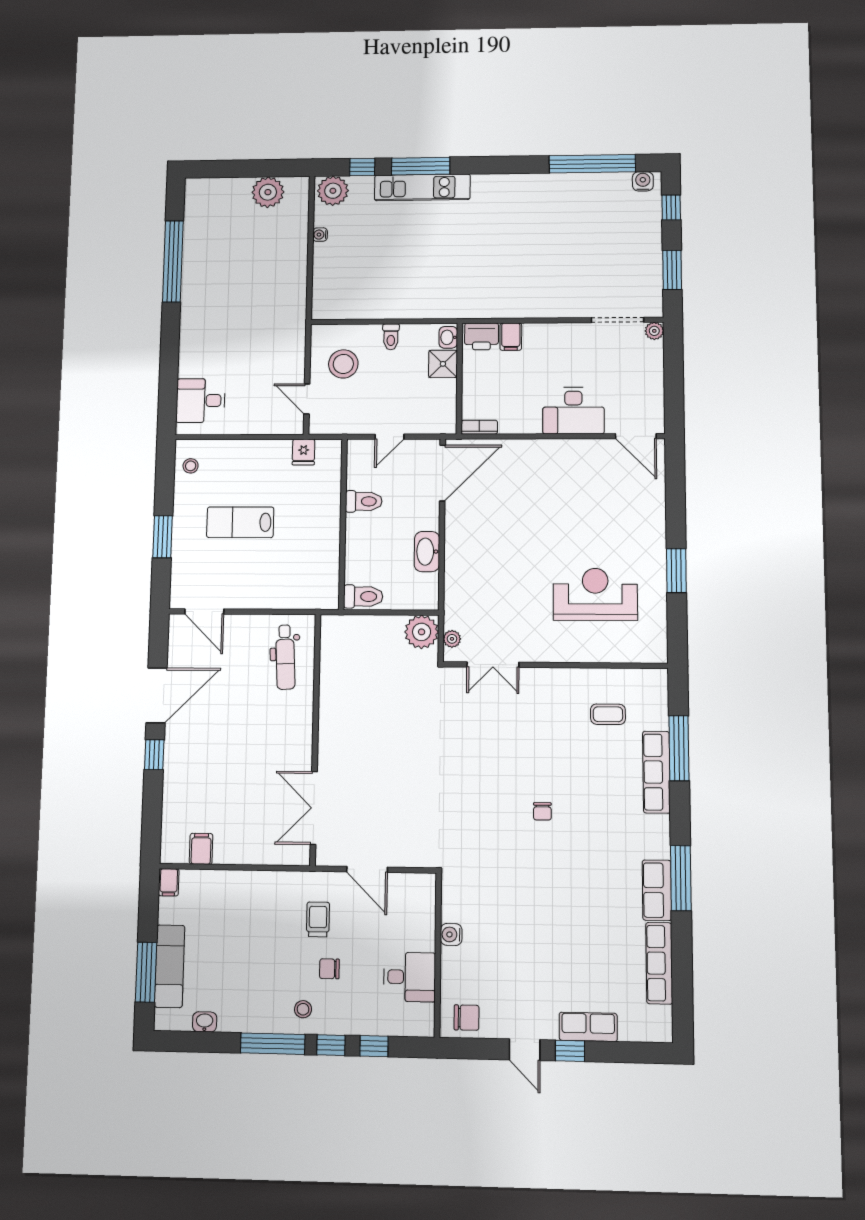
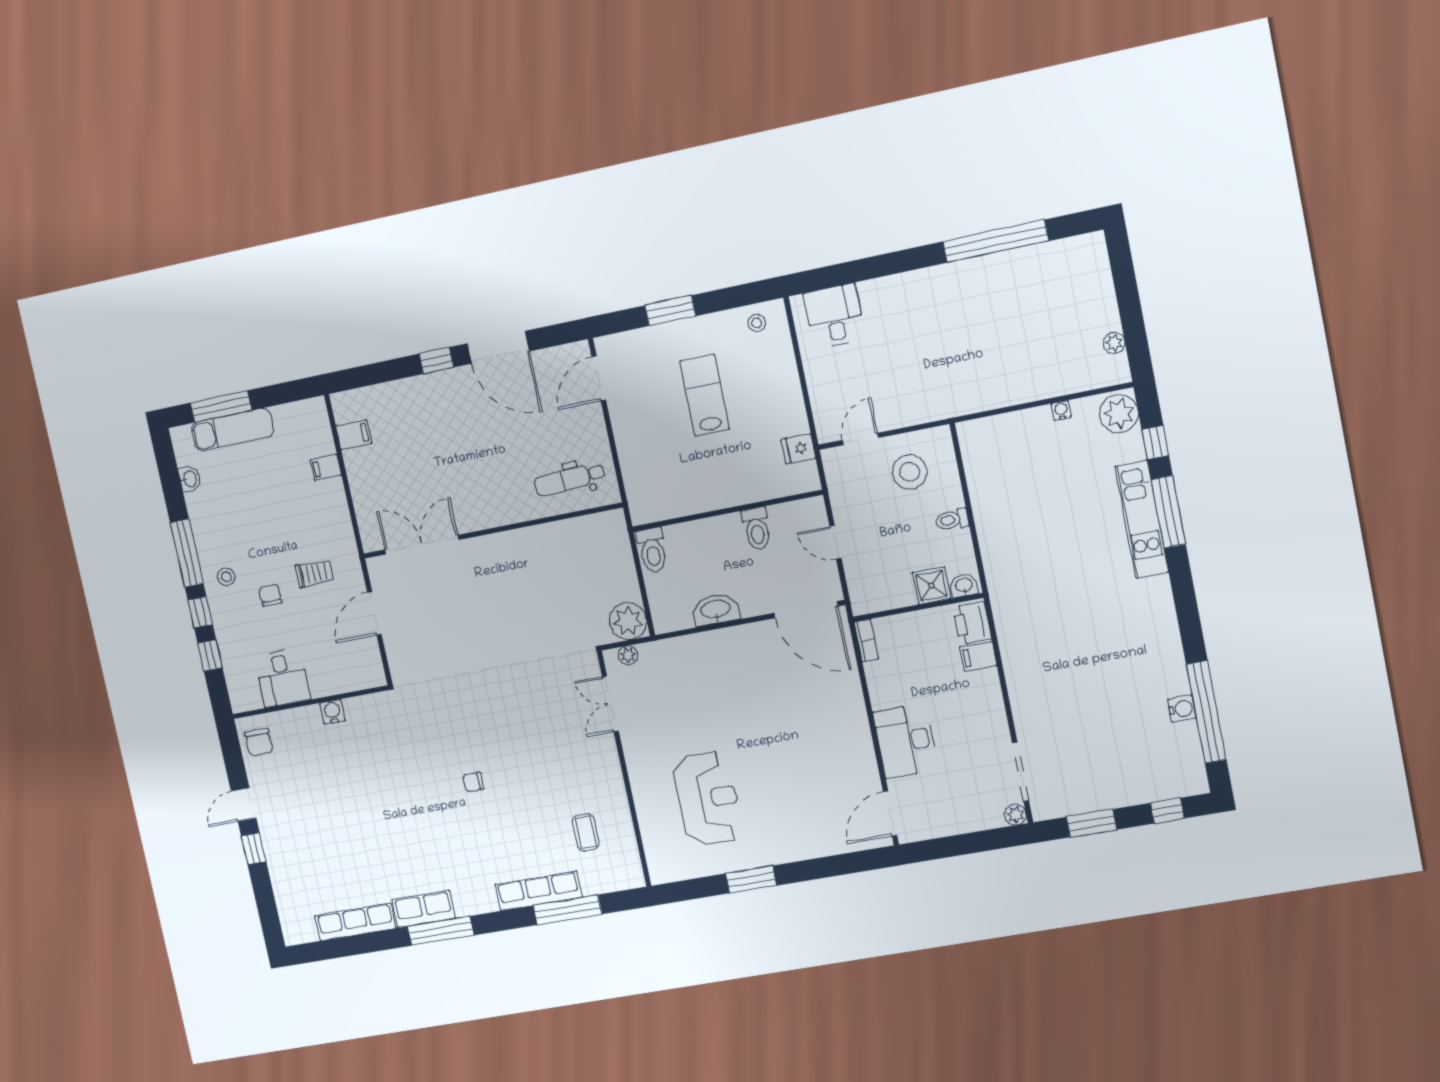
water cooler: (643, 181) -> (1182, 709), moved
plant: (268, 192) -> (1114, 343), width x0.53, depth x0.53
filing cabinet: (169, 882) -> (326, 467), moved
row of seats: (588, 1027) -> (280, 863), removed

